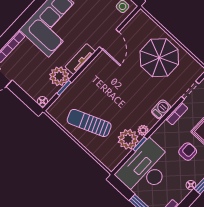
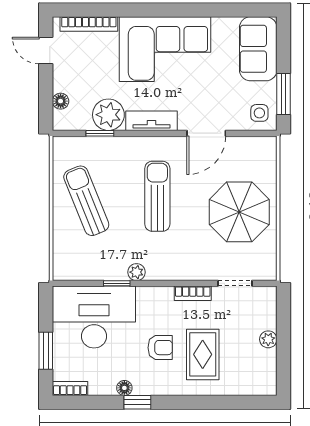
sun lounger: (117, 89) -> (157, 196), added
floor lamp: (42, 101) -> (61, 101), moved
barbecue: (161, 109) -> (181, 270), removed
plant: (128, 139) -> (110, 264), removed

